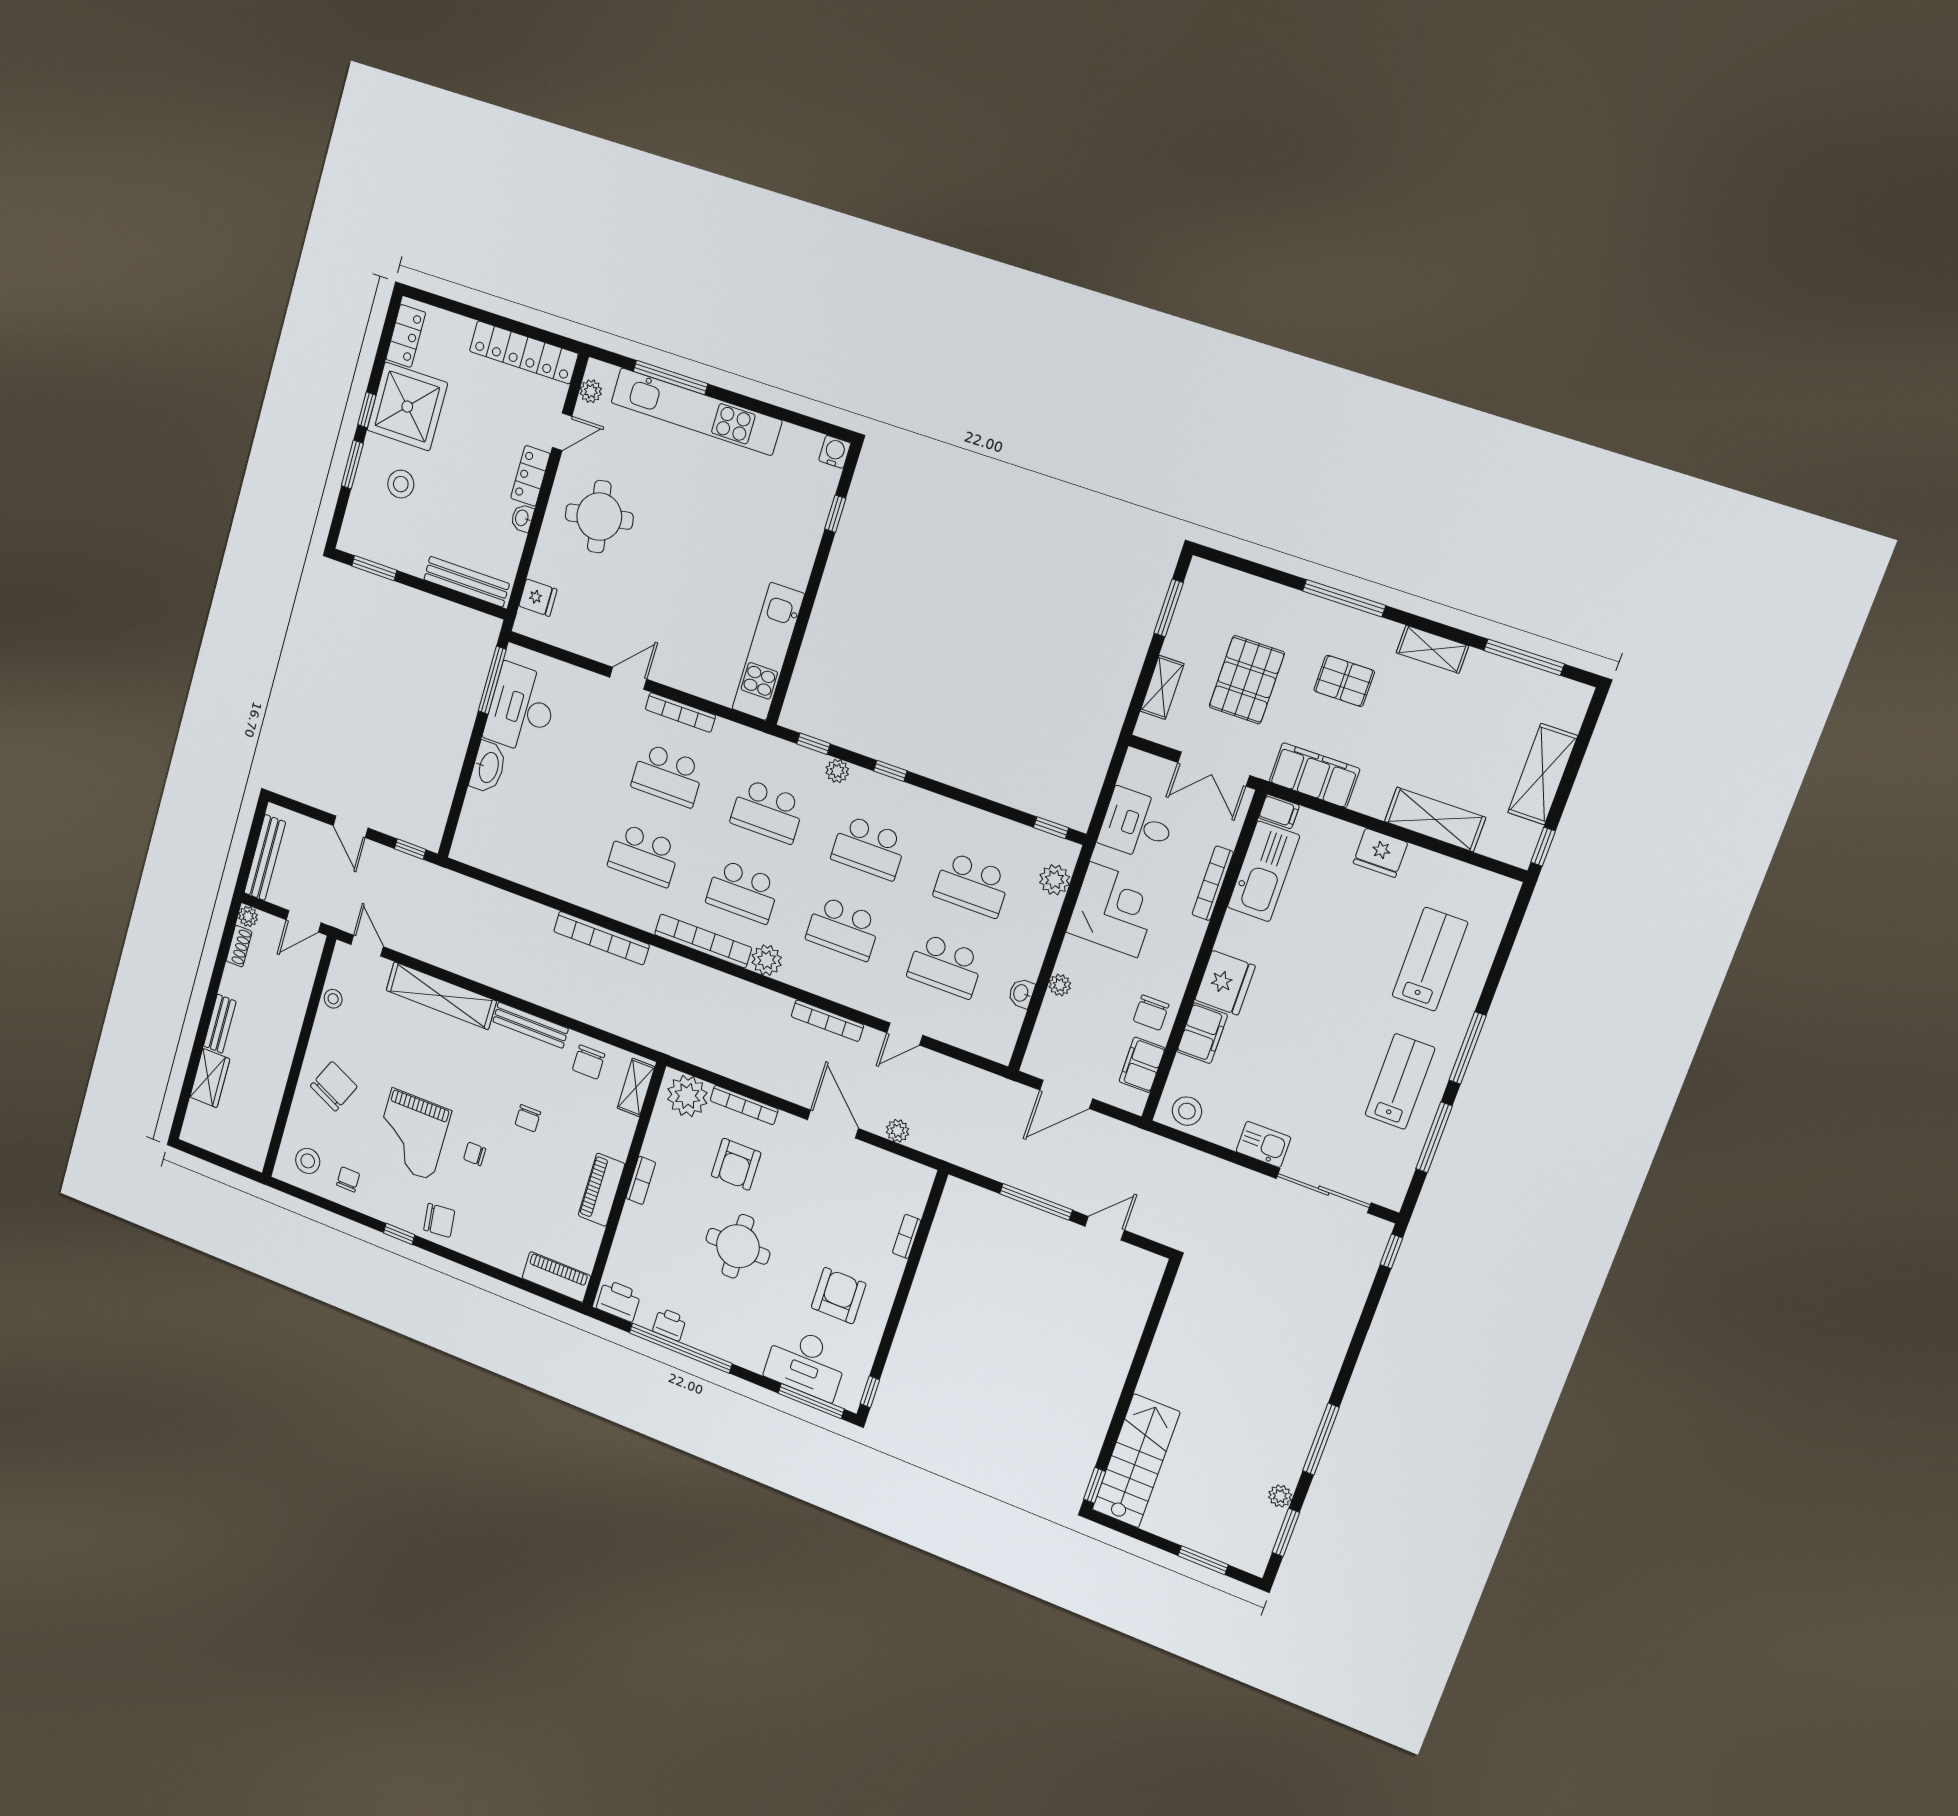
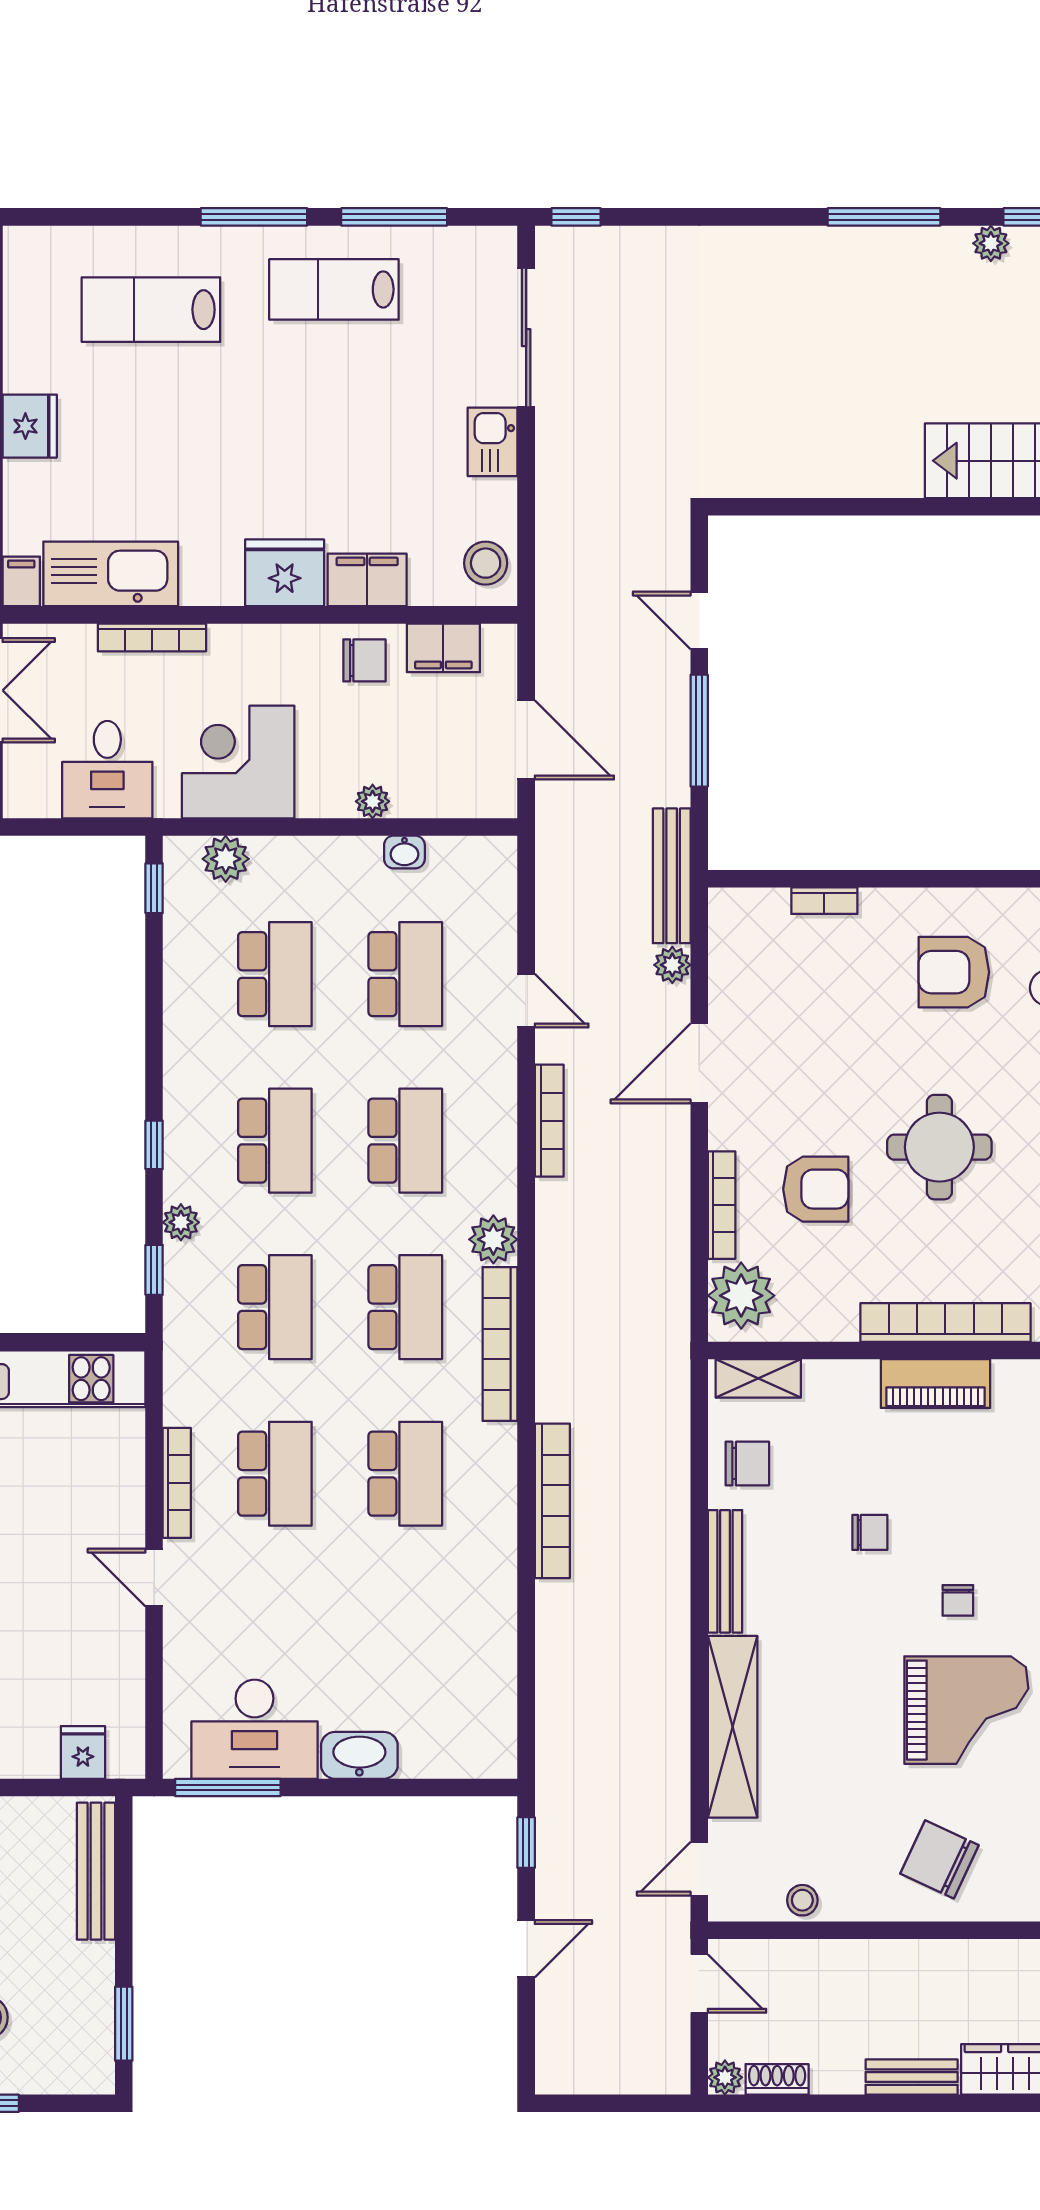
bench: (265, 857) -> (672, 876), moved, turned 90
bookcase: (641, 1180) -> (945, 1322), width x2.31, depth x1.31

